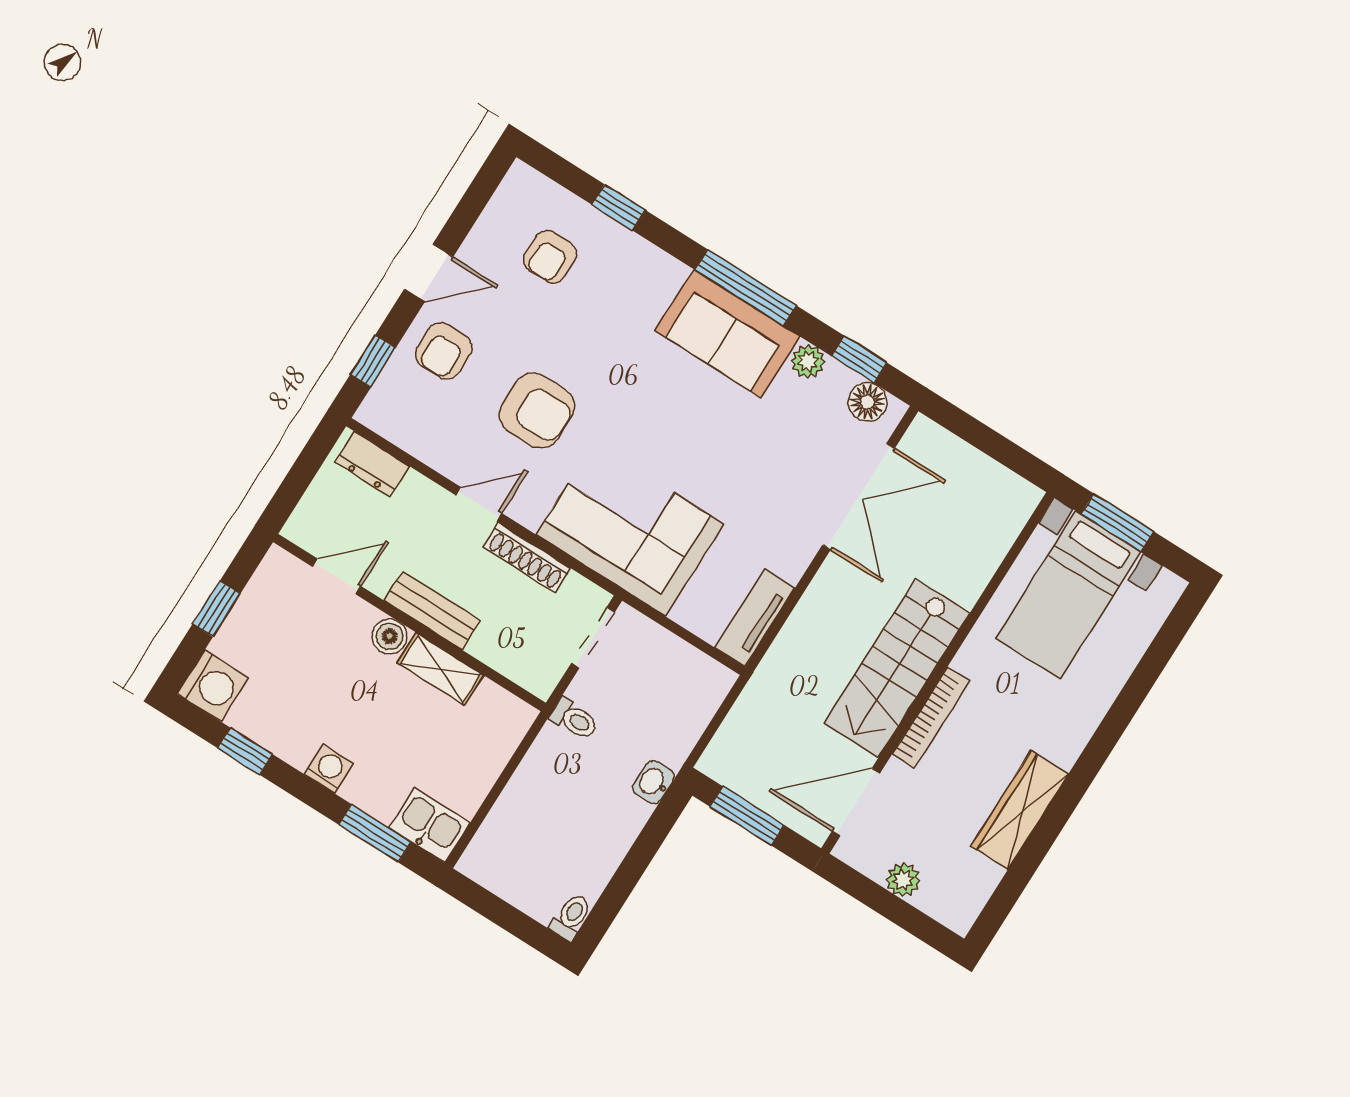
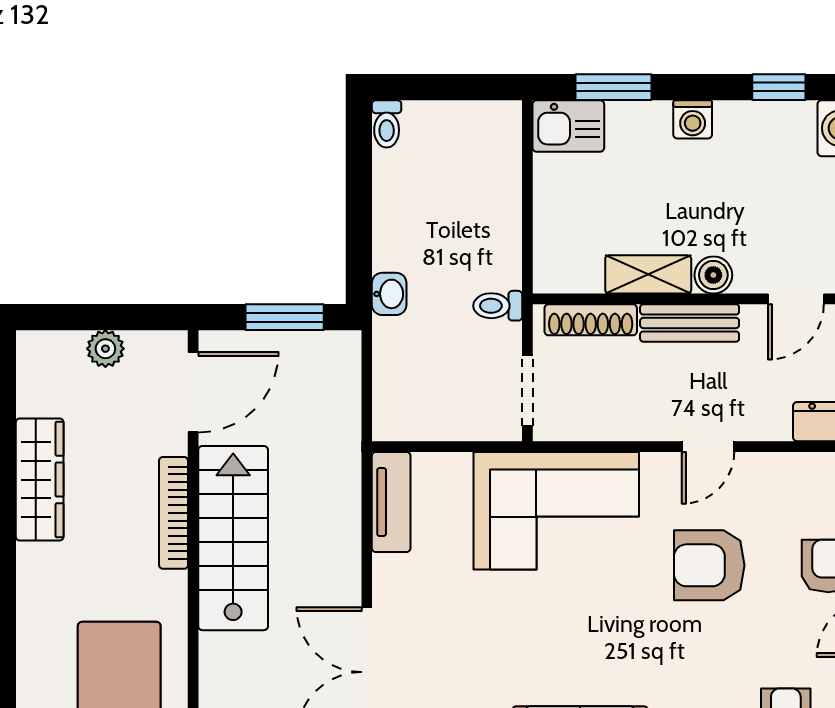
shoe rack: (527, 558) -> (591, 320), moved, turned 180

